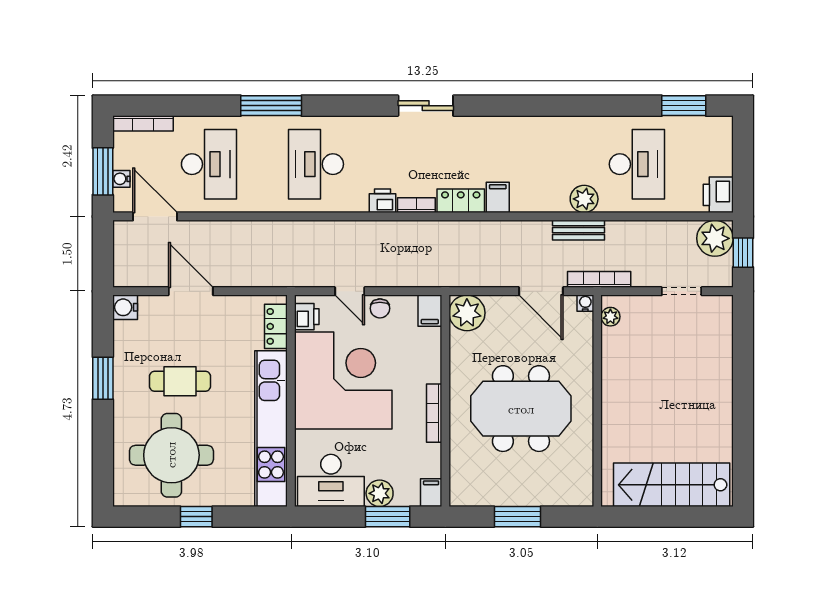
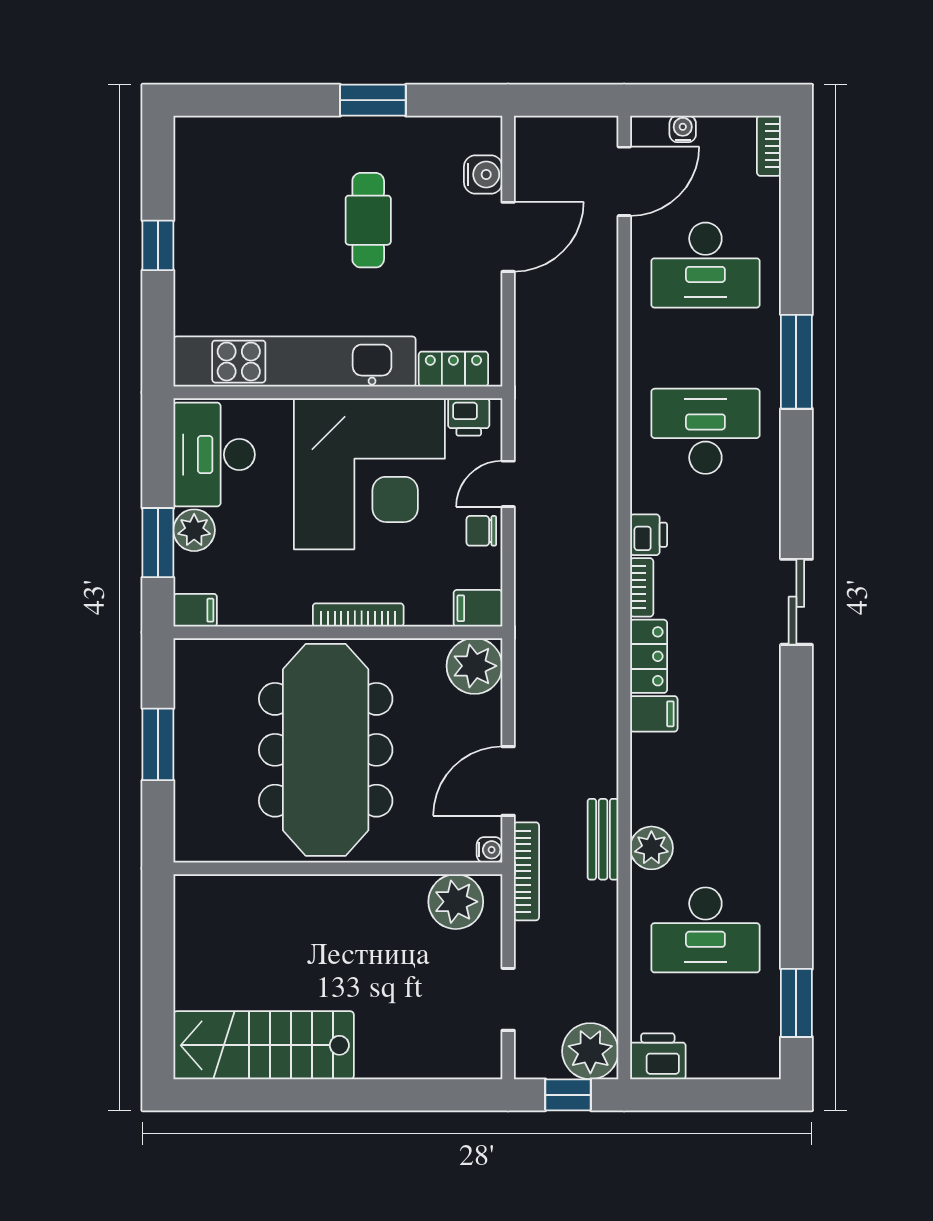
bookcase: (143, 123) -> (769, 146), width x0.64
window: (103, 171) -> (694, 100), removed
water cooler: (125, 307) -> (483, 175), moved, turned 90
plant: (610, 317) -> (456, 902), width x1.87, depth x1.87
meeting table: (521, 409) -> (326, 750), width x1.36
bookcase: (434, 413) -> (358, 615), moved
round table: (171, 455) -> (253, 207), removed
stairs: (672, 485) -> (264, 1045), moved, turned -90

